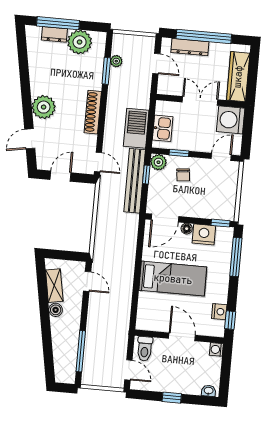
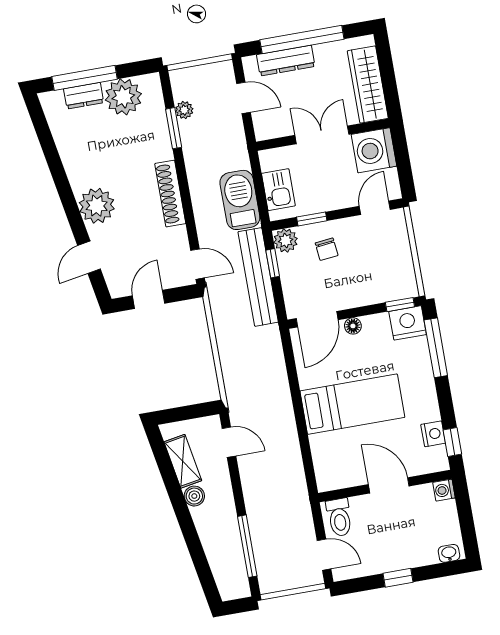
nightstand: (204, 234) -> (408, 323), moved

